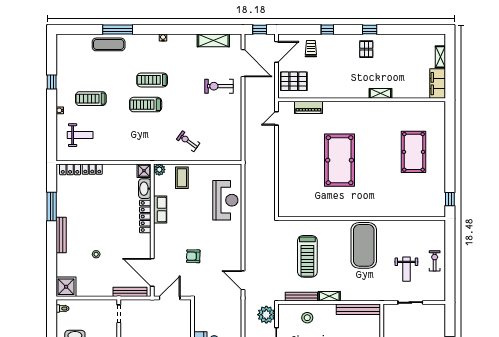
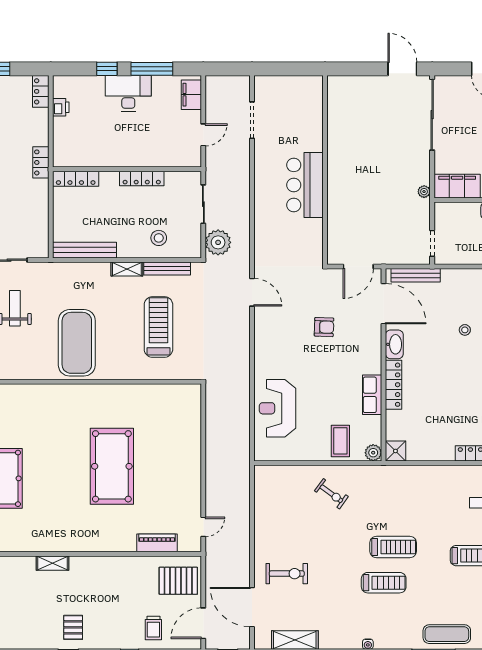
washbasin: (145, 189) -> (394, 344), moved

